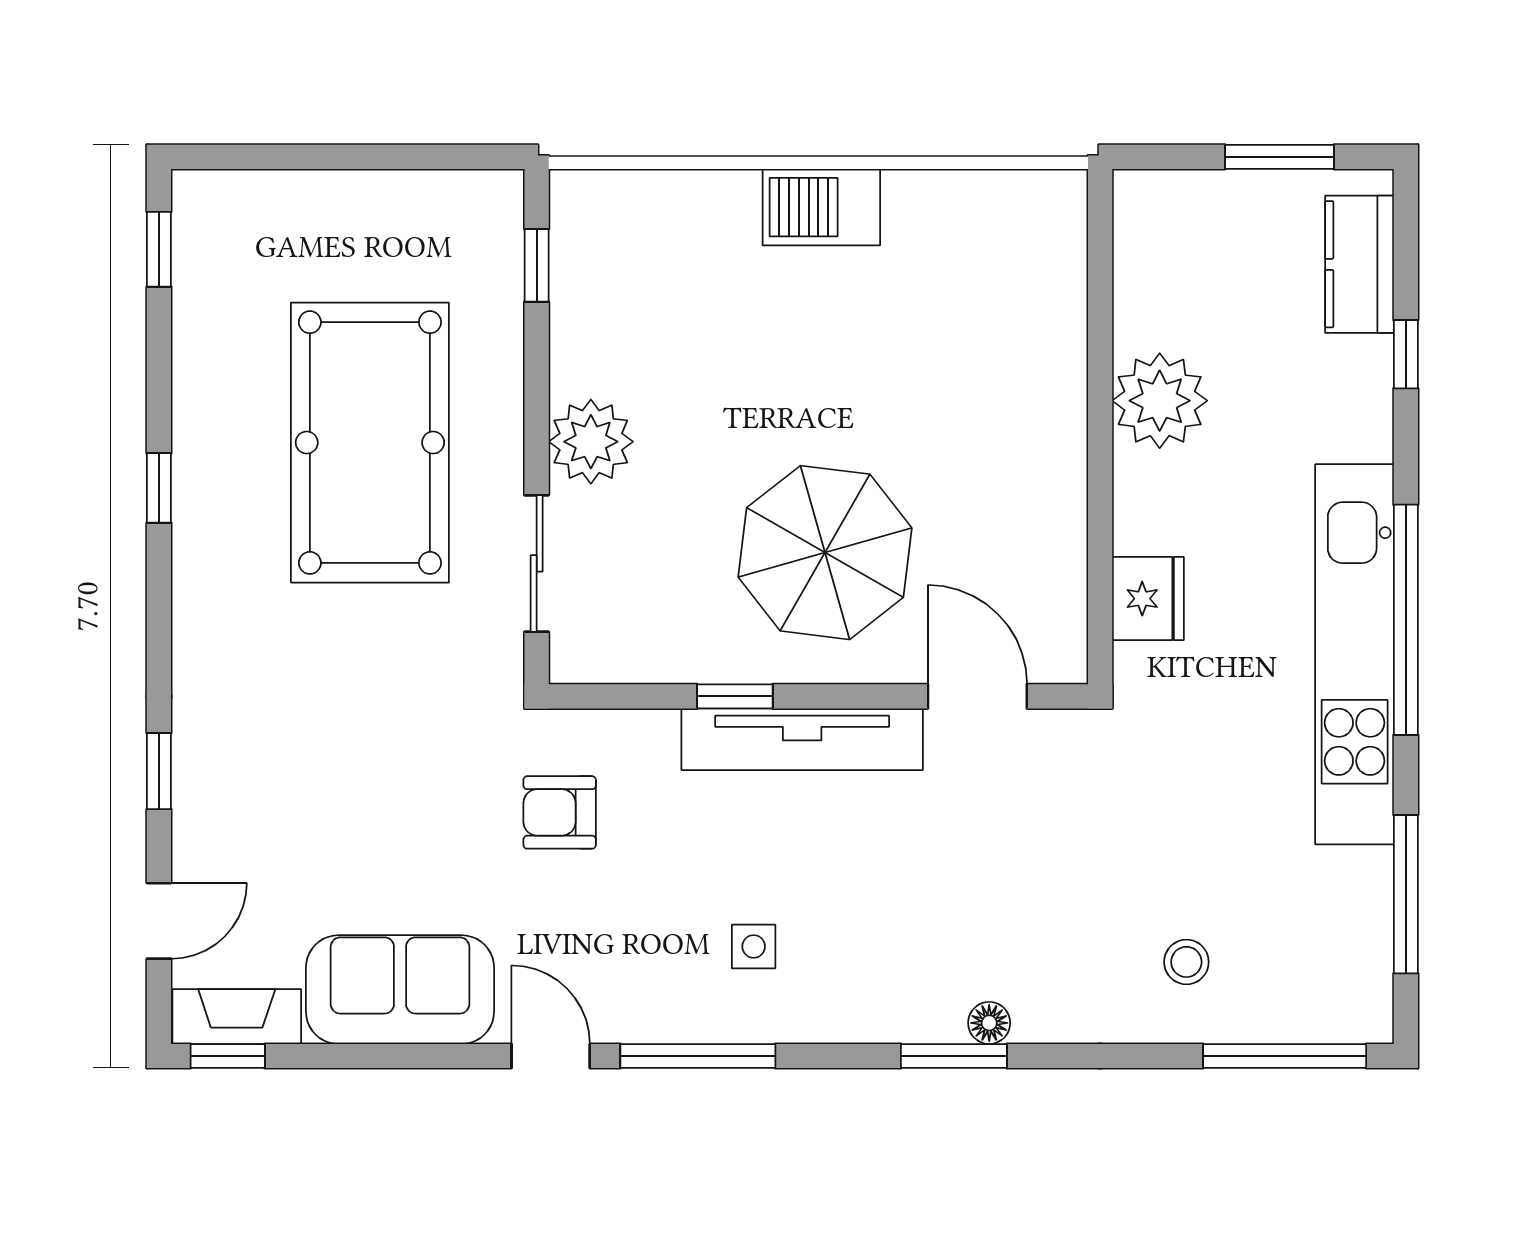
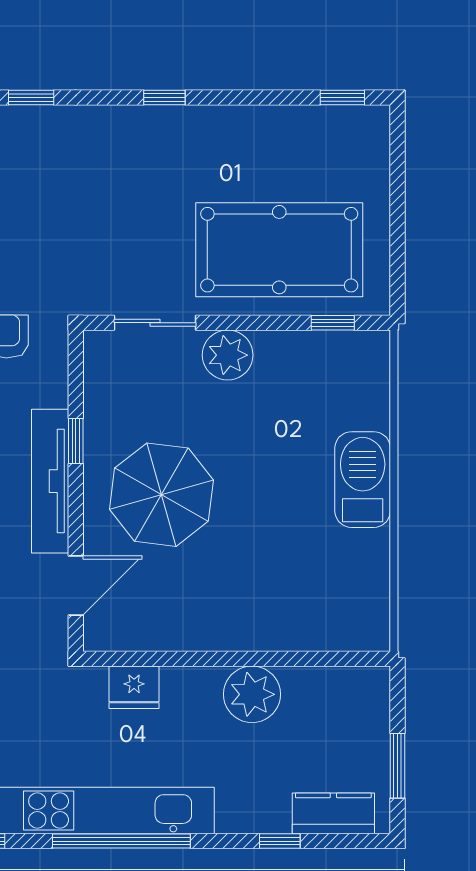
barbecue: (821, 207) -> (363, 480), width x1.37, depth x1.21
pool table: (370, 443) -> (279, 250), moved
window: (159, 488) -> (164, 97), moved

